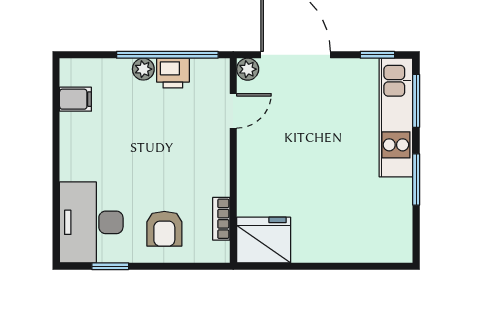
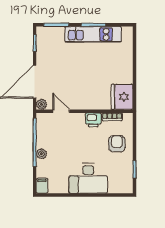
printer: (173, 73) -> (93, 120), moved, turned 90
filing cabinet: (75, 99) -> (42, 186), moved
kitchen unit: (396, 118) -> (93, 34), moved
desk: (91, 222) -> (88, 178), moved
armchair: (164, 229) -> (117, 144), turned -90

